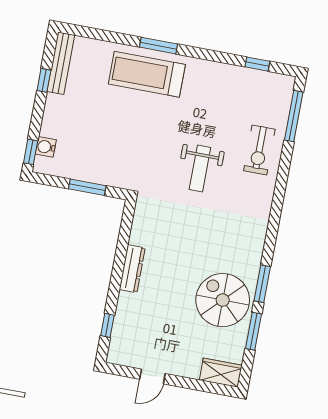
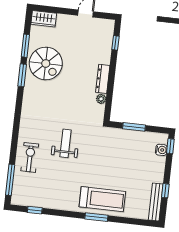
plant: (137, 236) -> (101, 99), added

